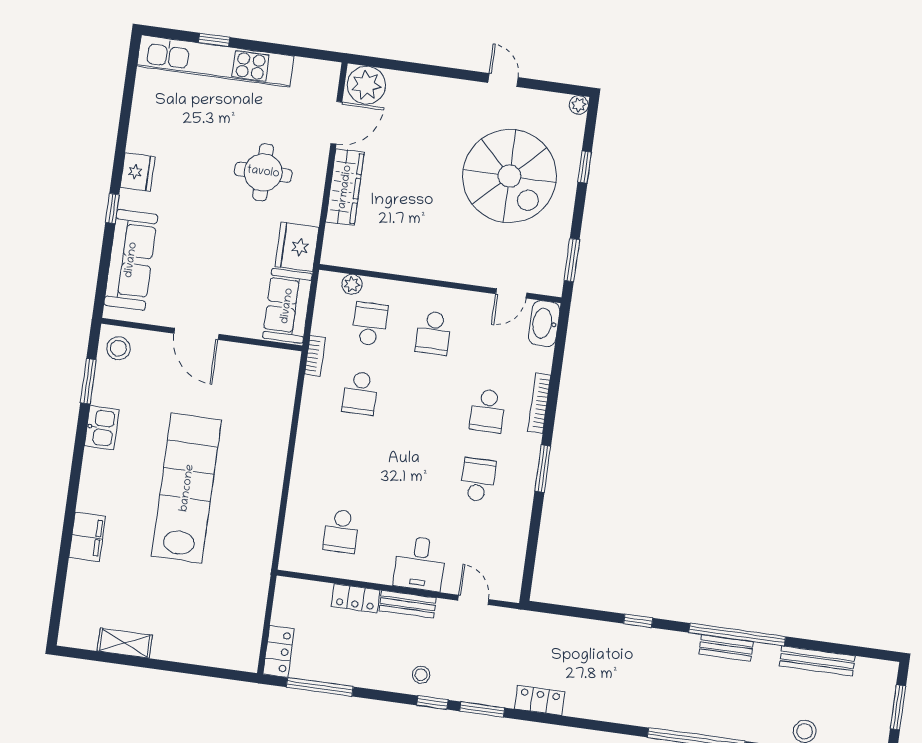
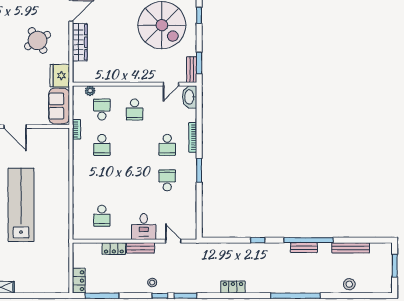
round table: (263, 172) -> (38, 41), turned -31
bench: (555, 271) -> (192, 70), added
locker: (540, 700) -> (233, 287), moved

